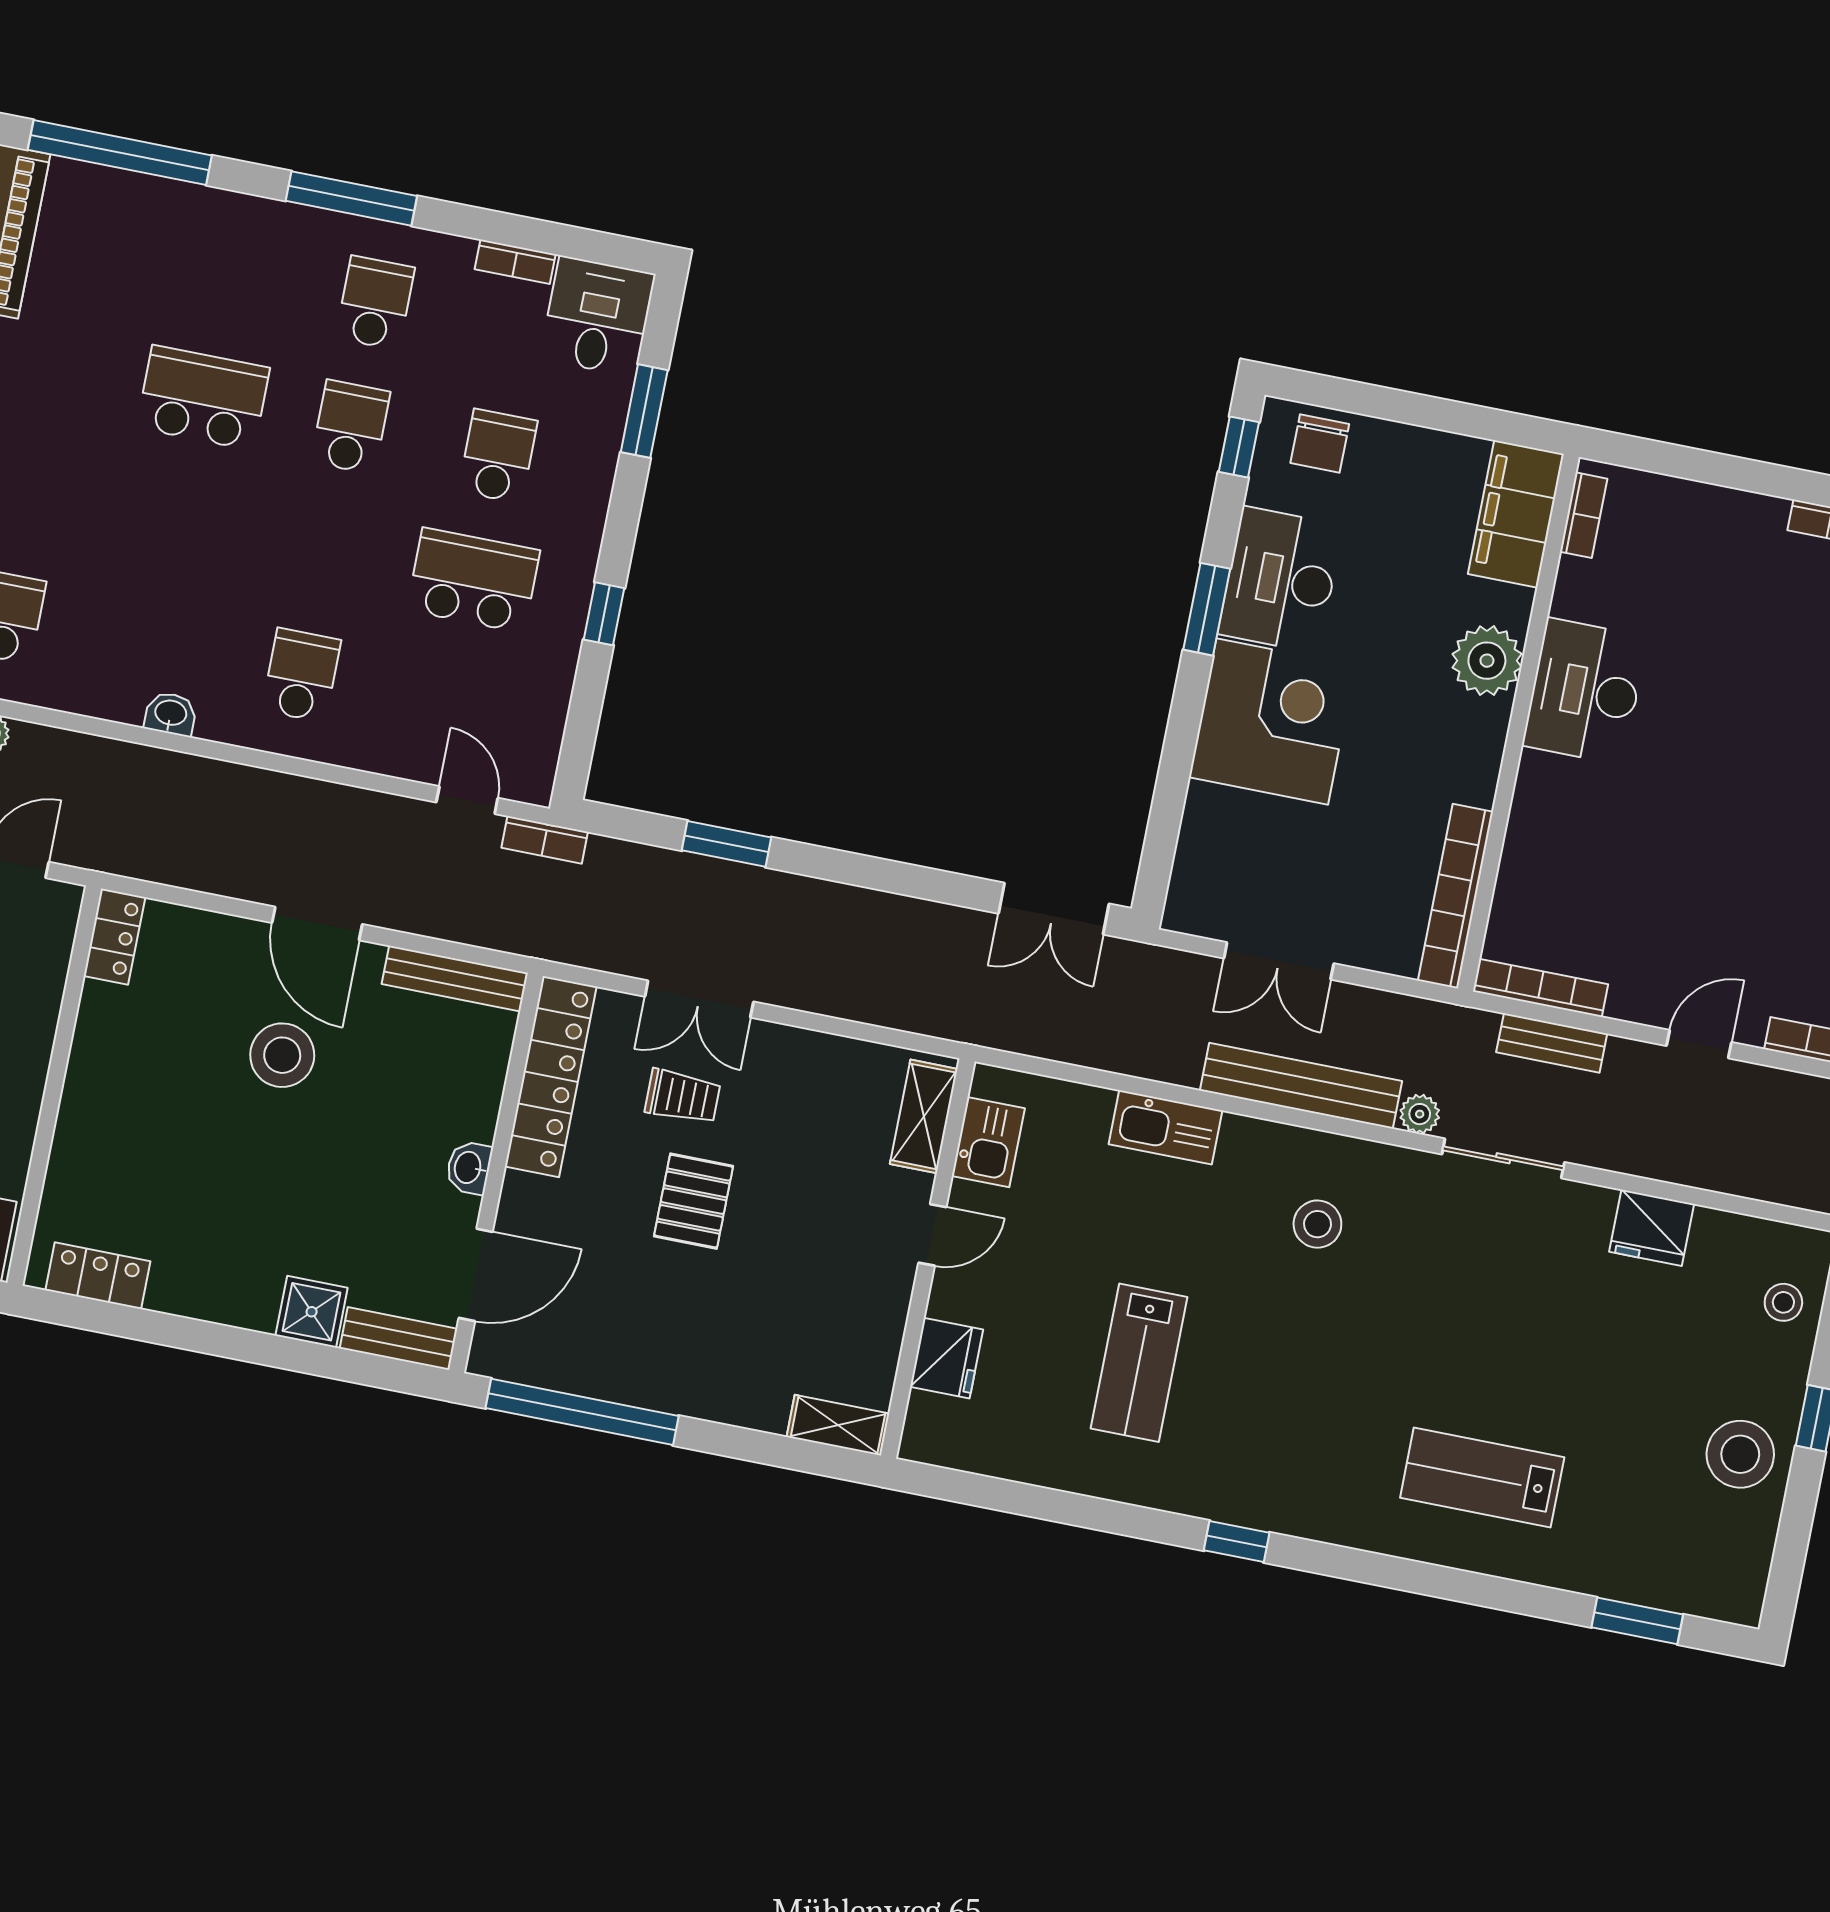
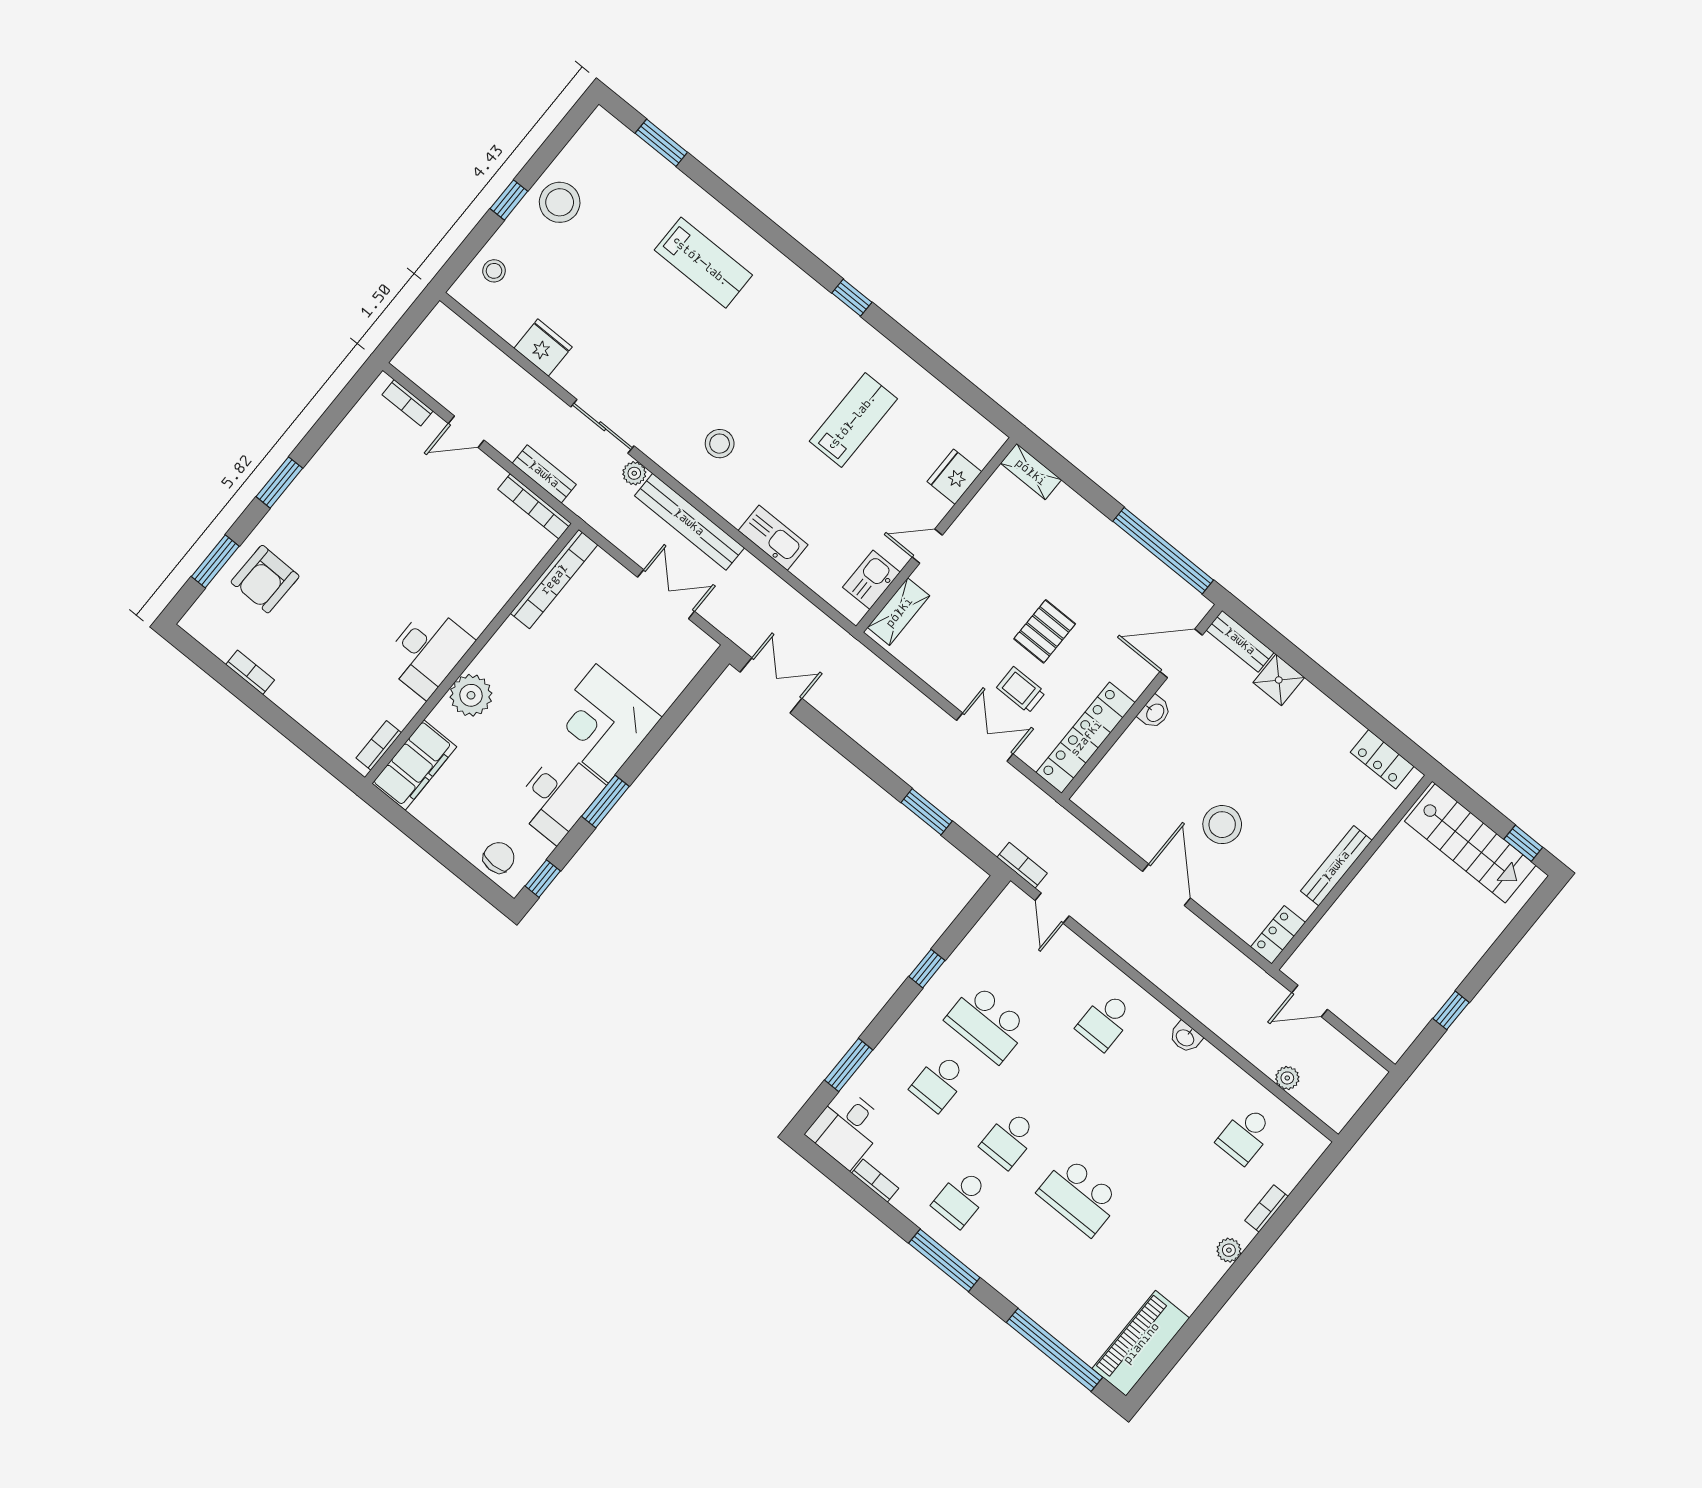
bench: (455, 979) -> (1336, 866), moved, turned 90

